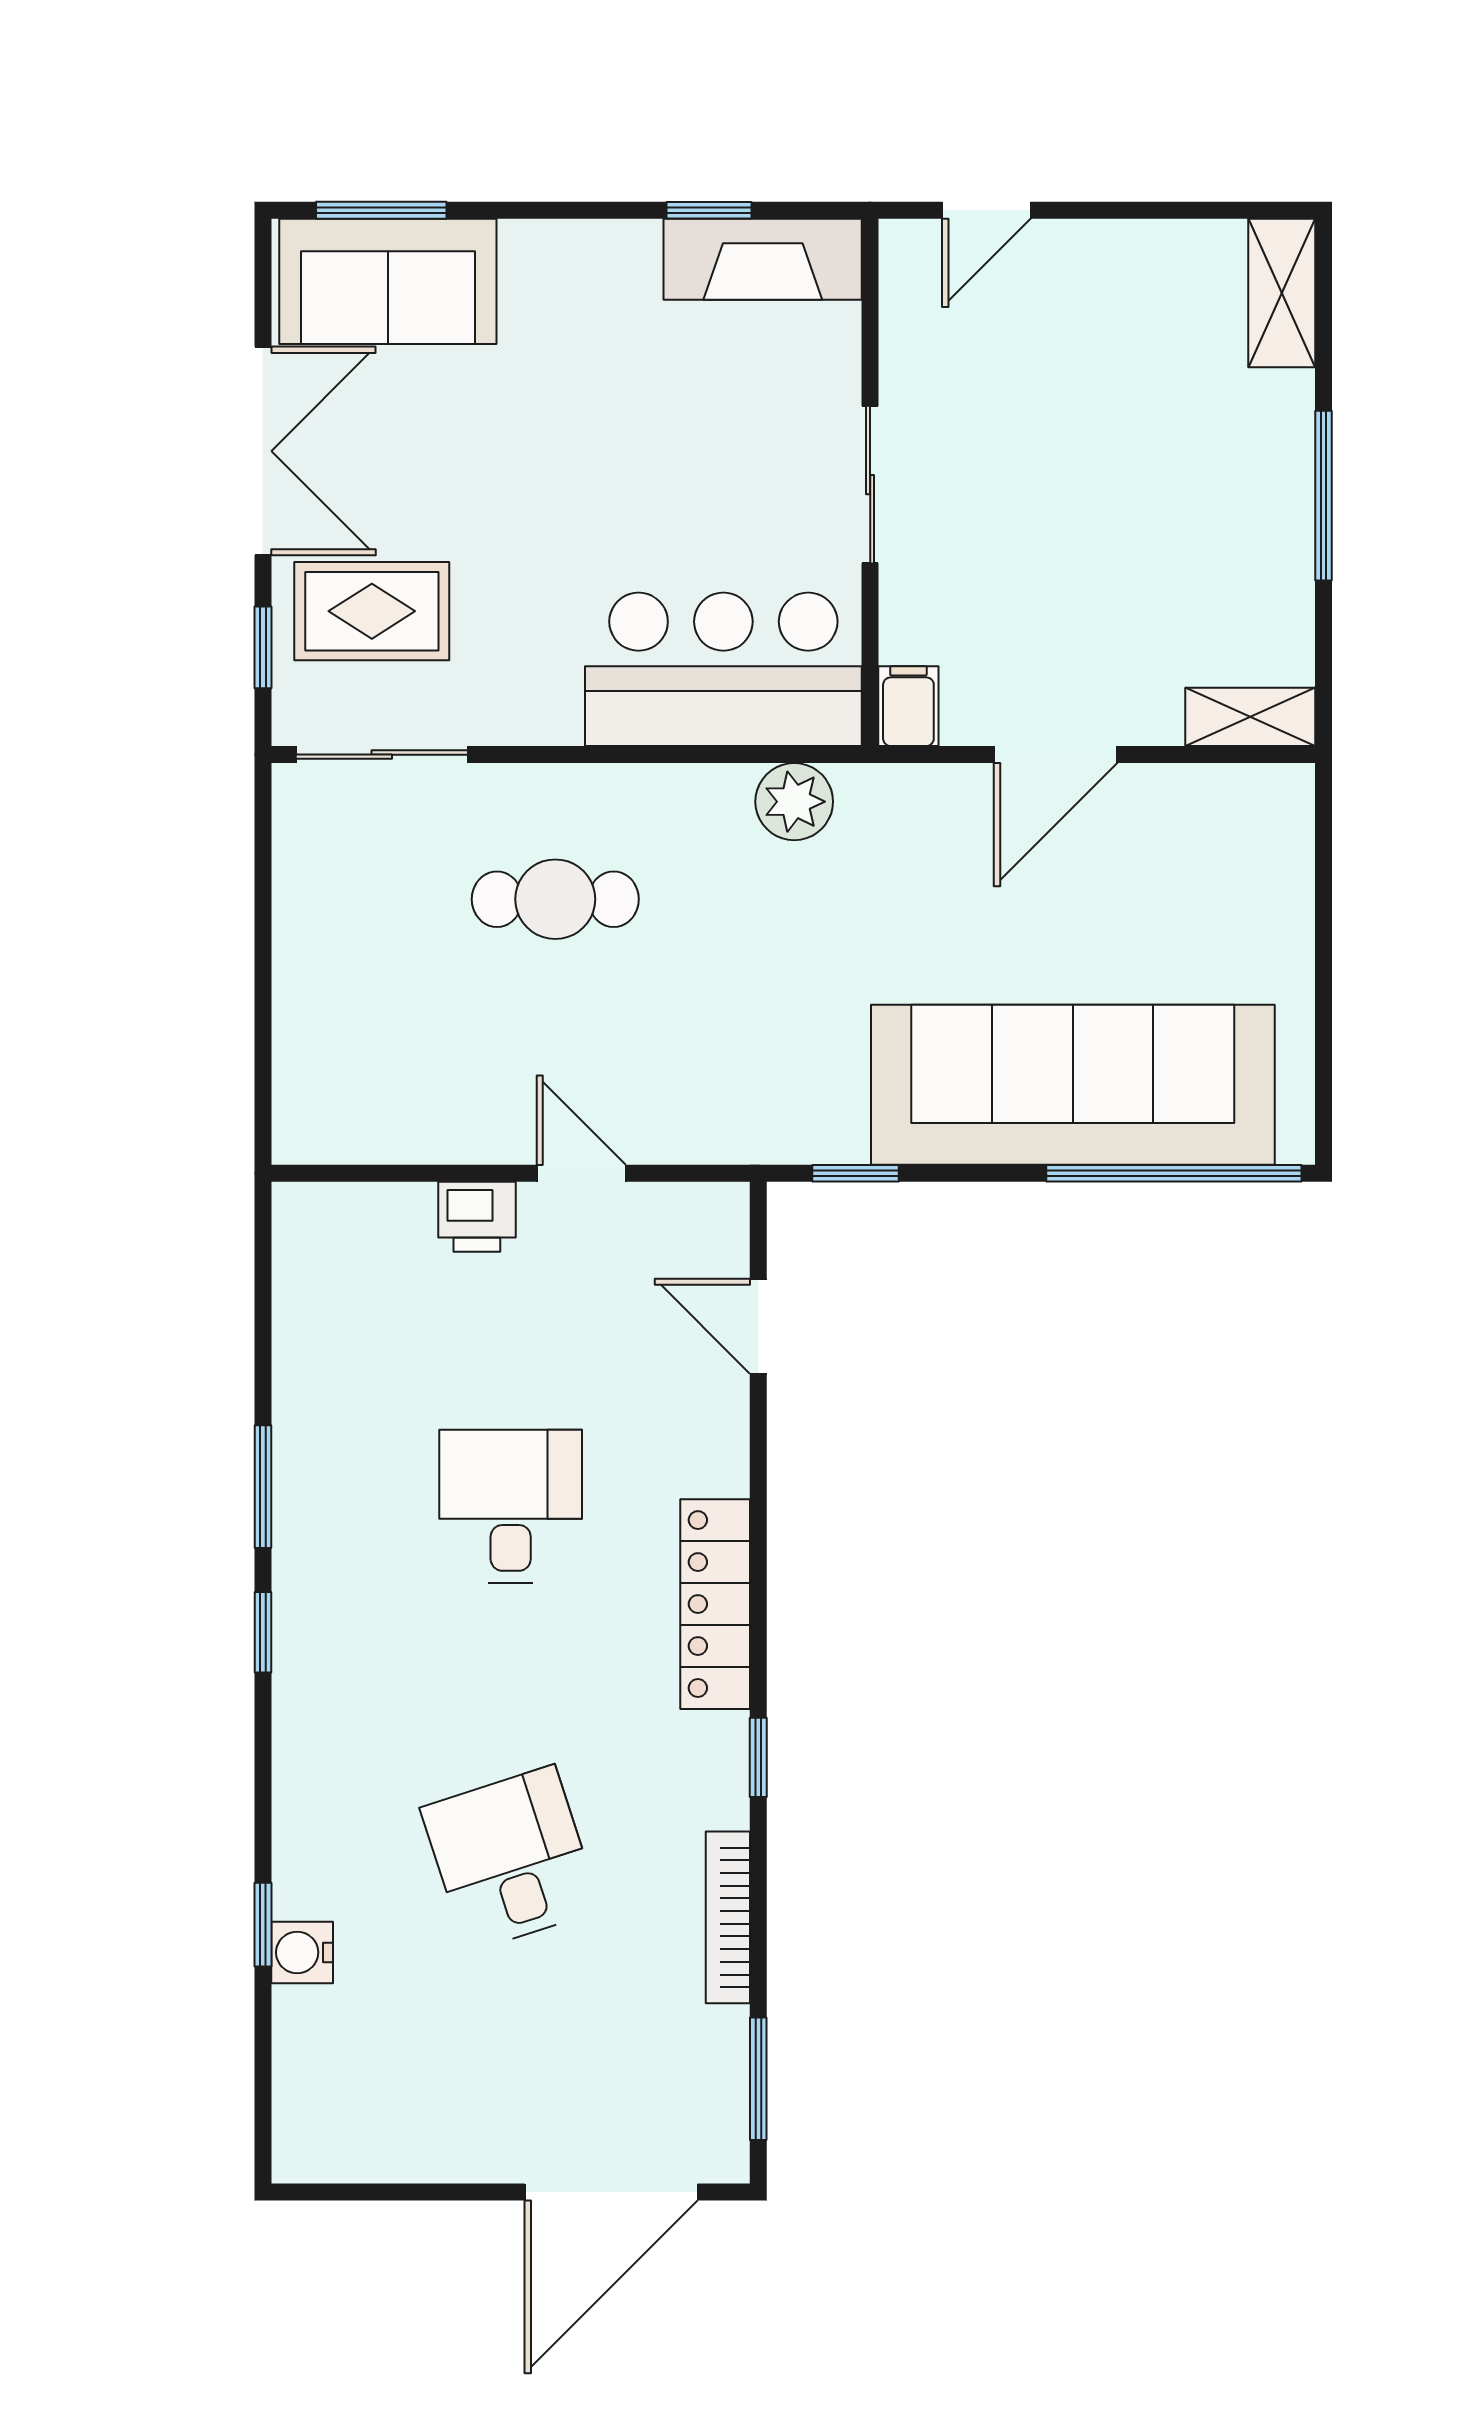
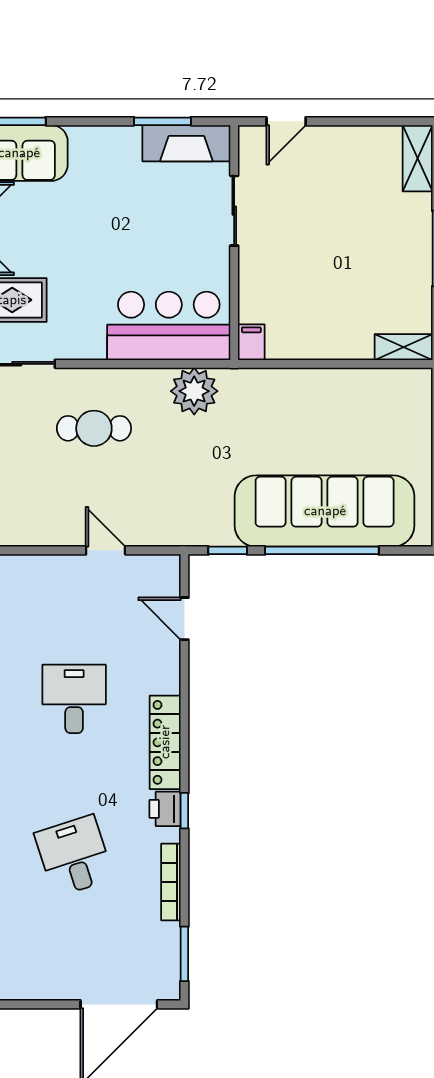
window: (709, 210) -> (162, 121), width x1.50
sliding door: (870, 485) -> (234, 211), moved
door: (1056, 755) -> (317, 364), removed
plant: (794, 802) -> (194, 391), width x1.36, depth x1.36
window: (1174, 1173) -> (322, 550), moved
printer: (477, 1217) -> (165, 809), moved, turned 90

